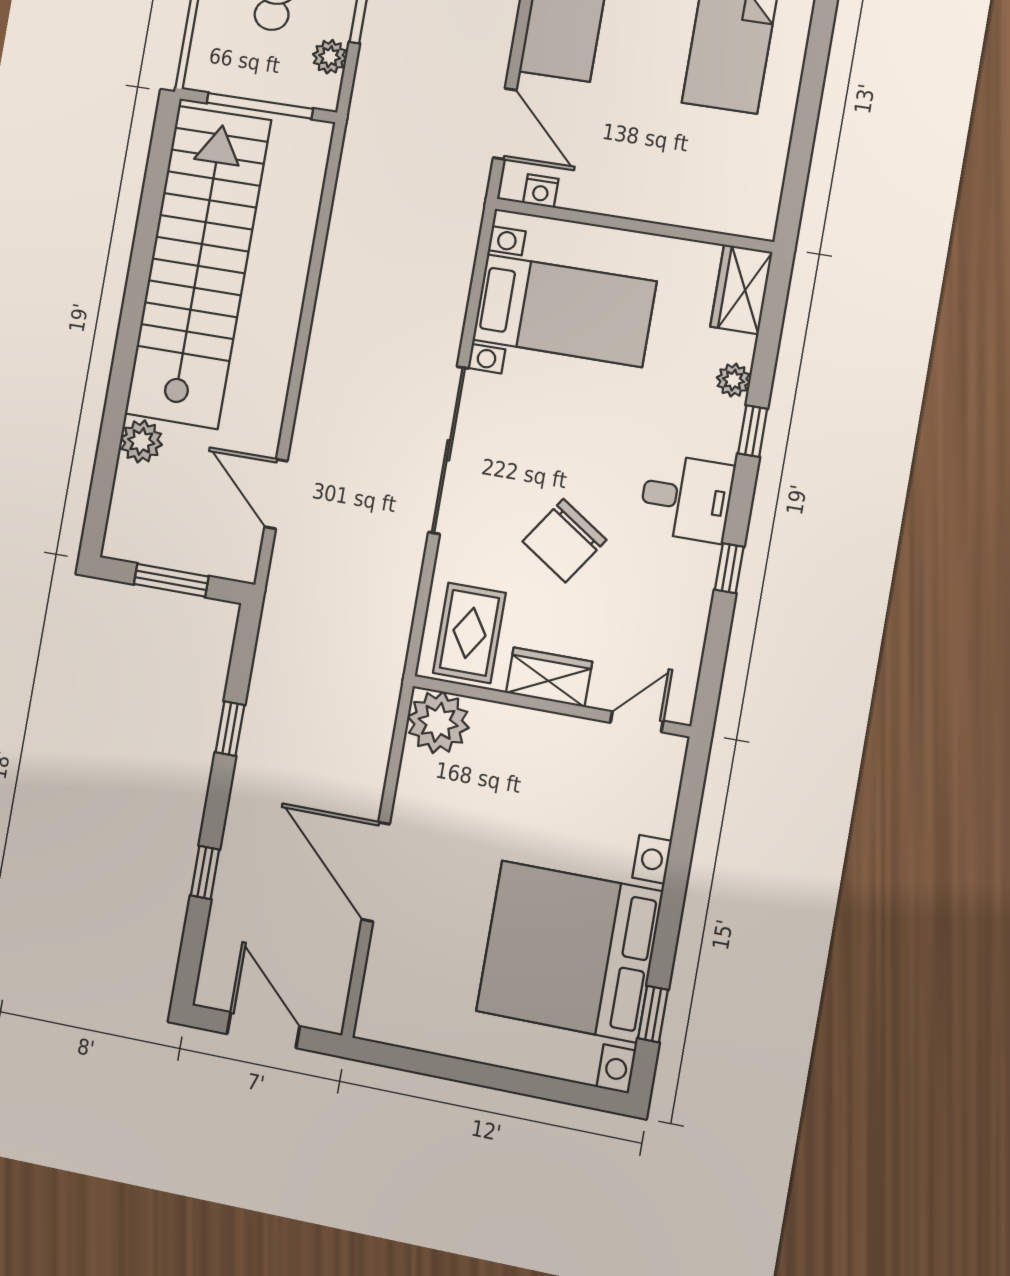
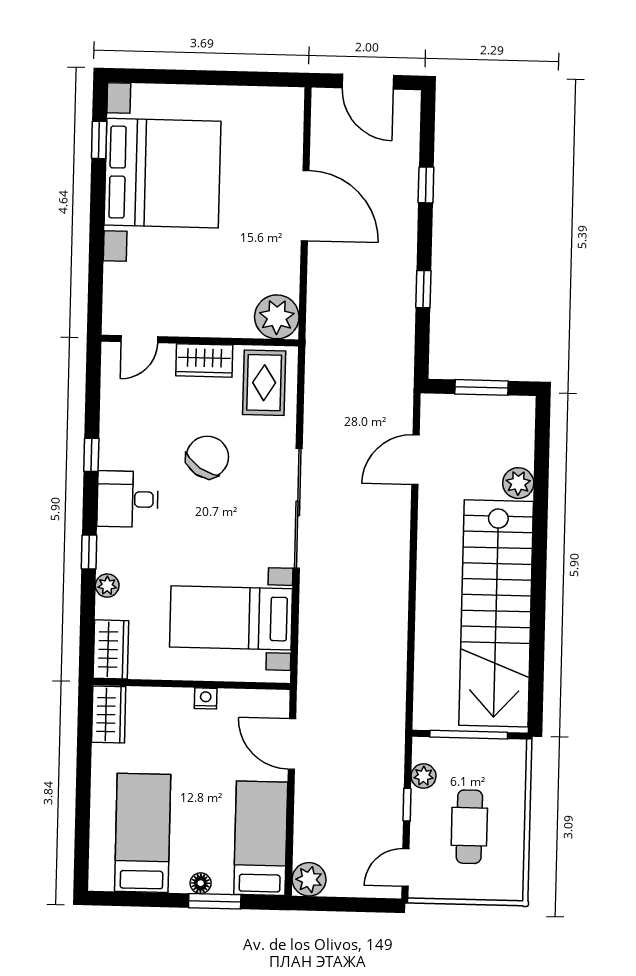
nightstand: (541, 191) -> (206, 698), moved
wardrobe: (758, 198) -> (109, 715), added
door: (276, 494) -> (415, 460), swing flipped

